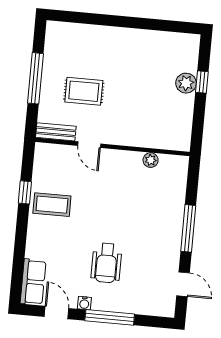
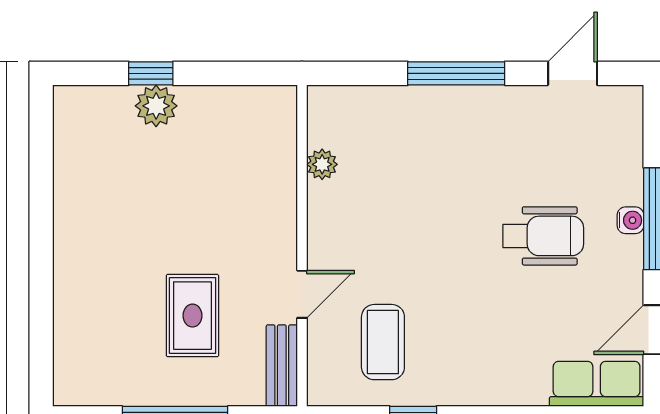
coffee table: (52, 205) -> (383, 342), moved
water cooler: (84, 303) -> (630, 220), moved

